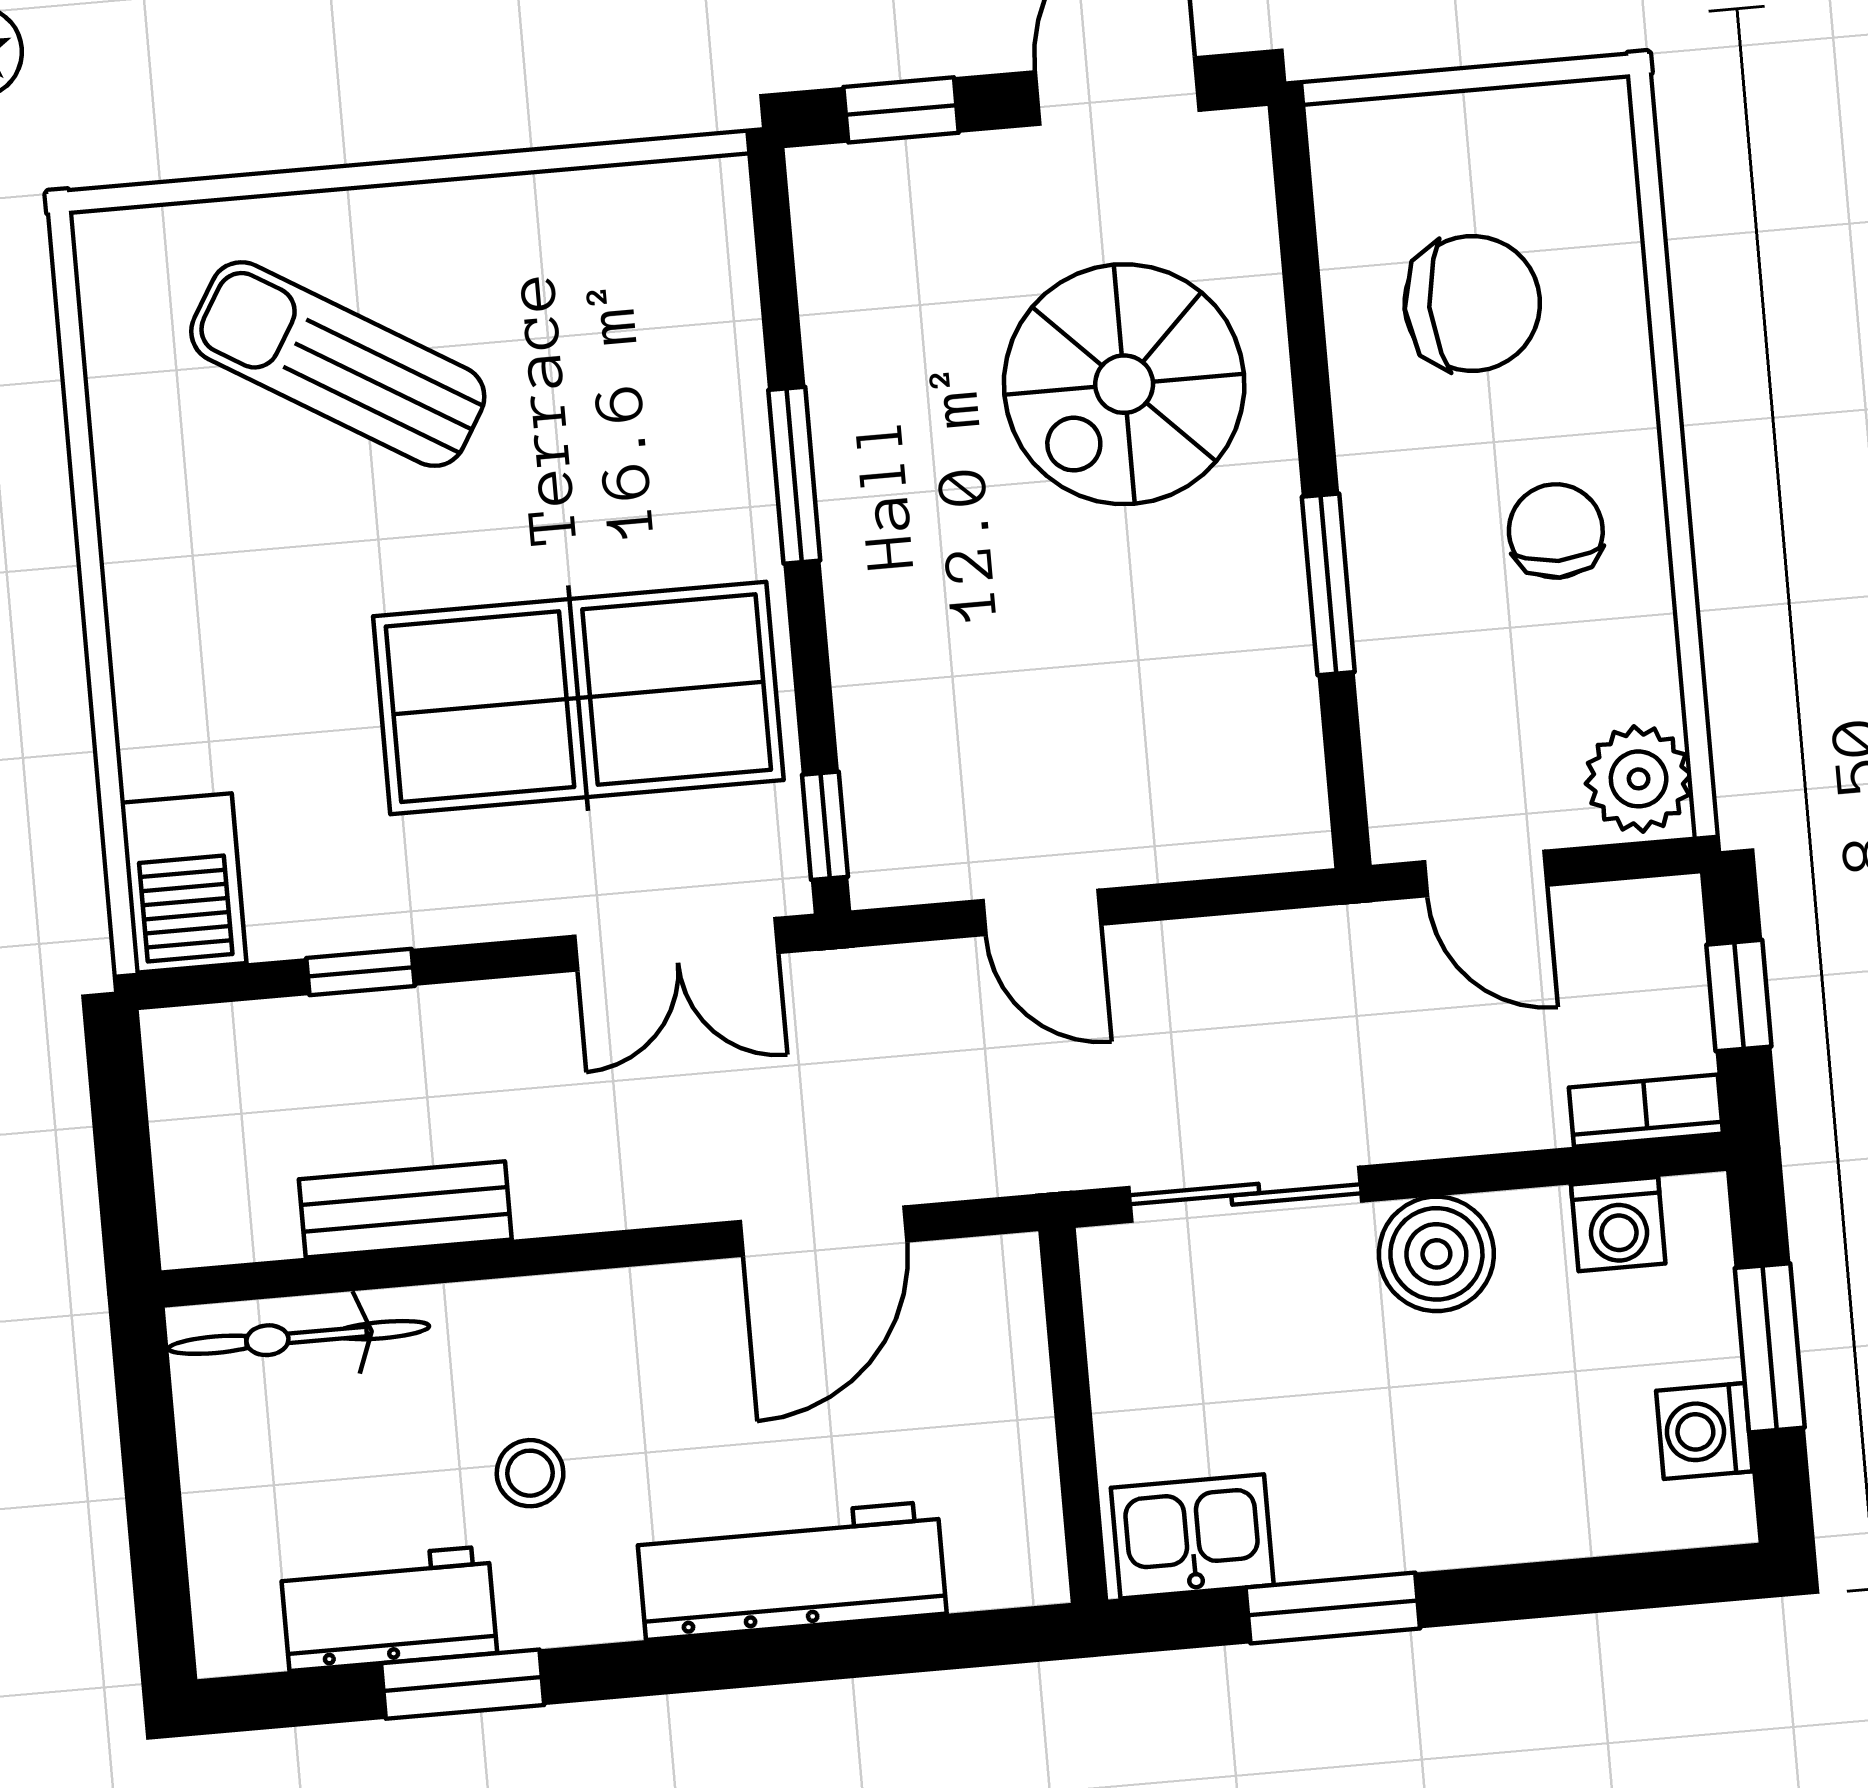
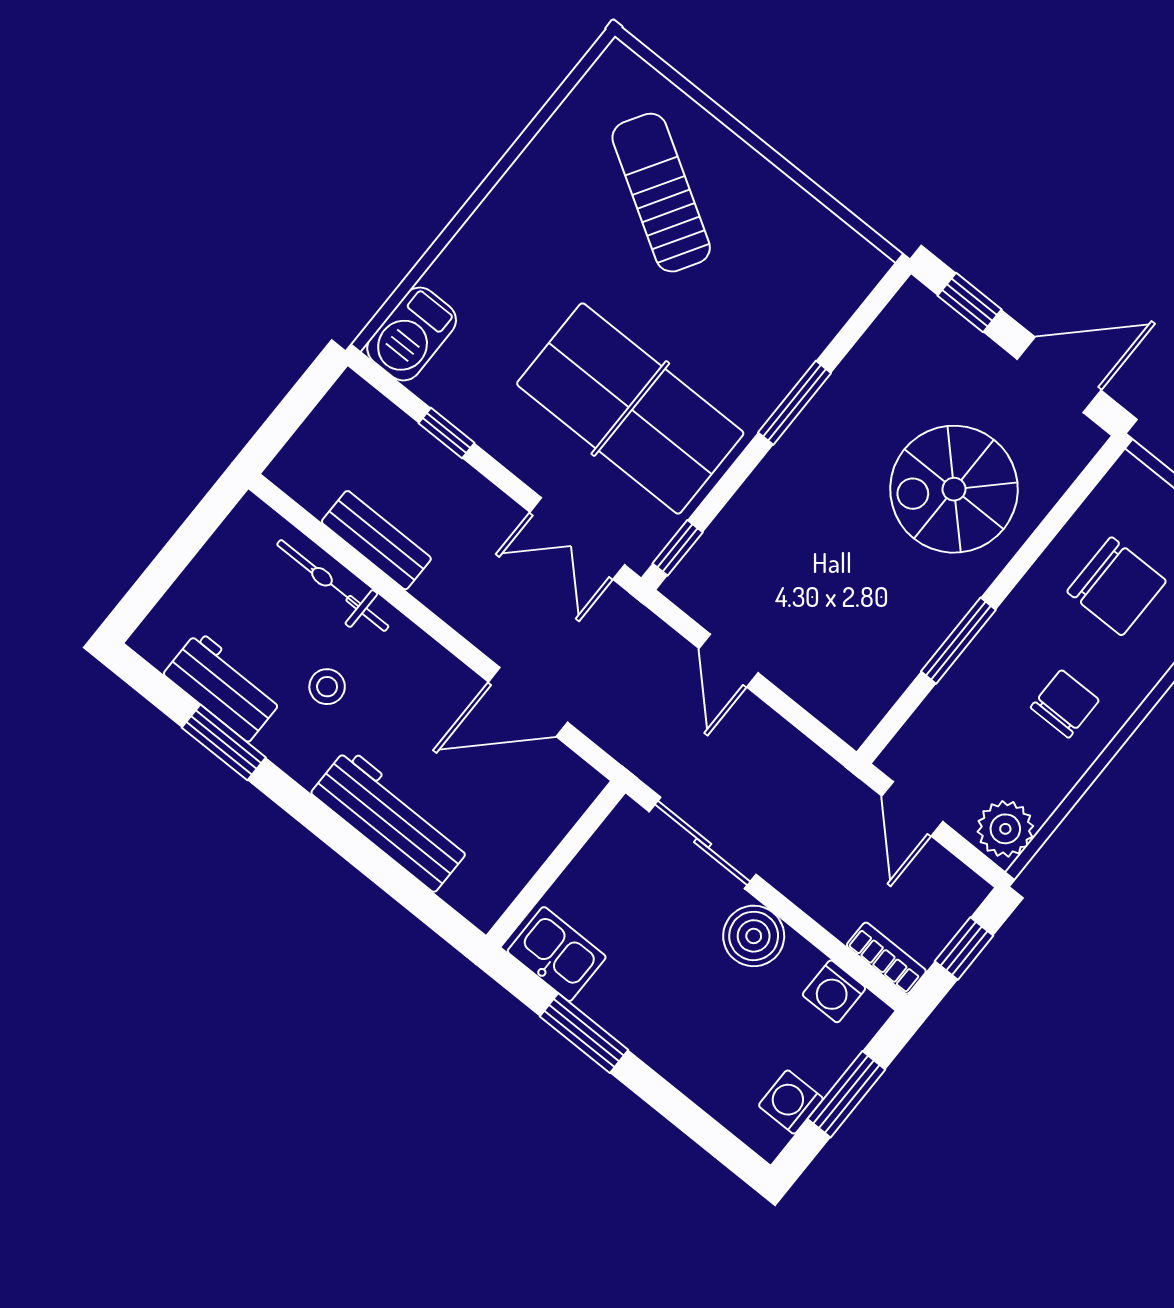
bicycle: (299, 1337) -> (333, 585), moved

